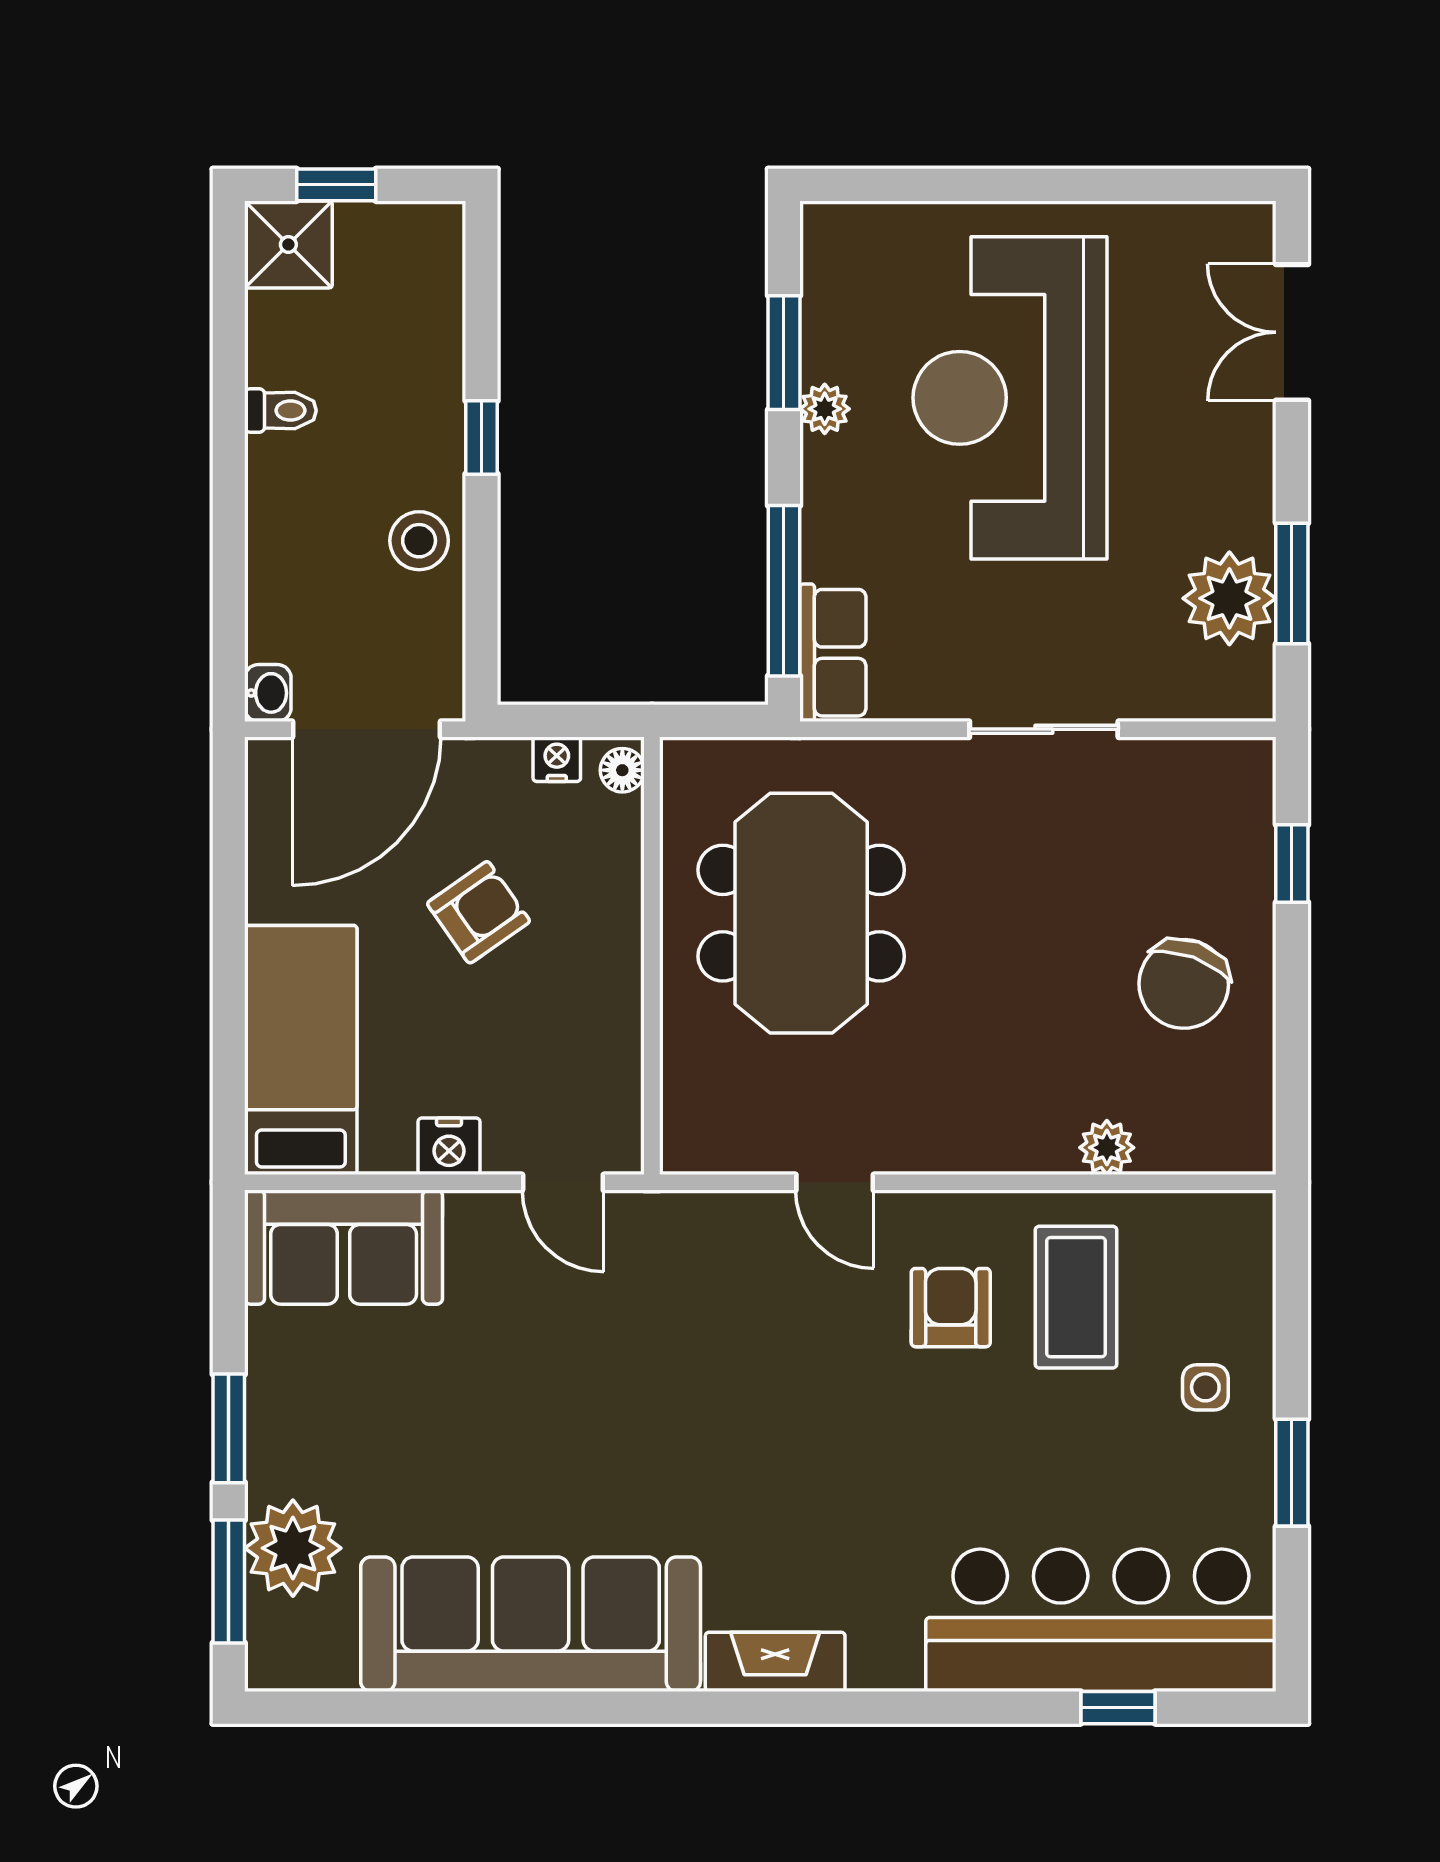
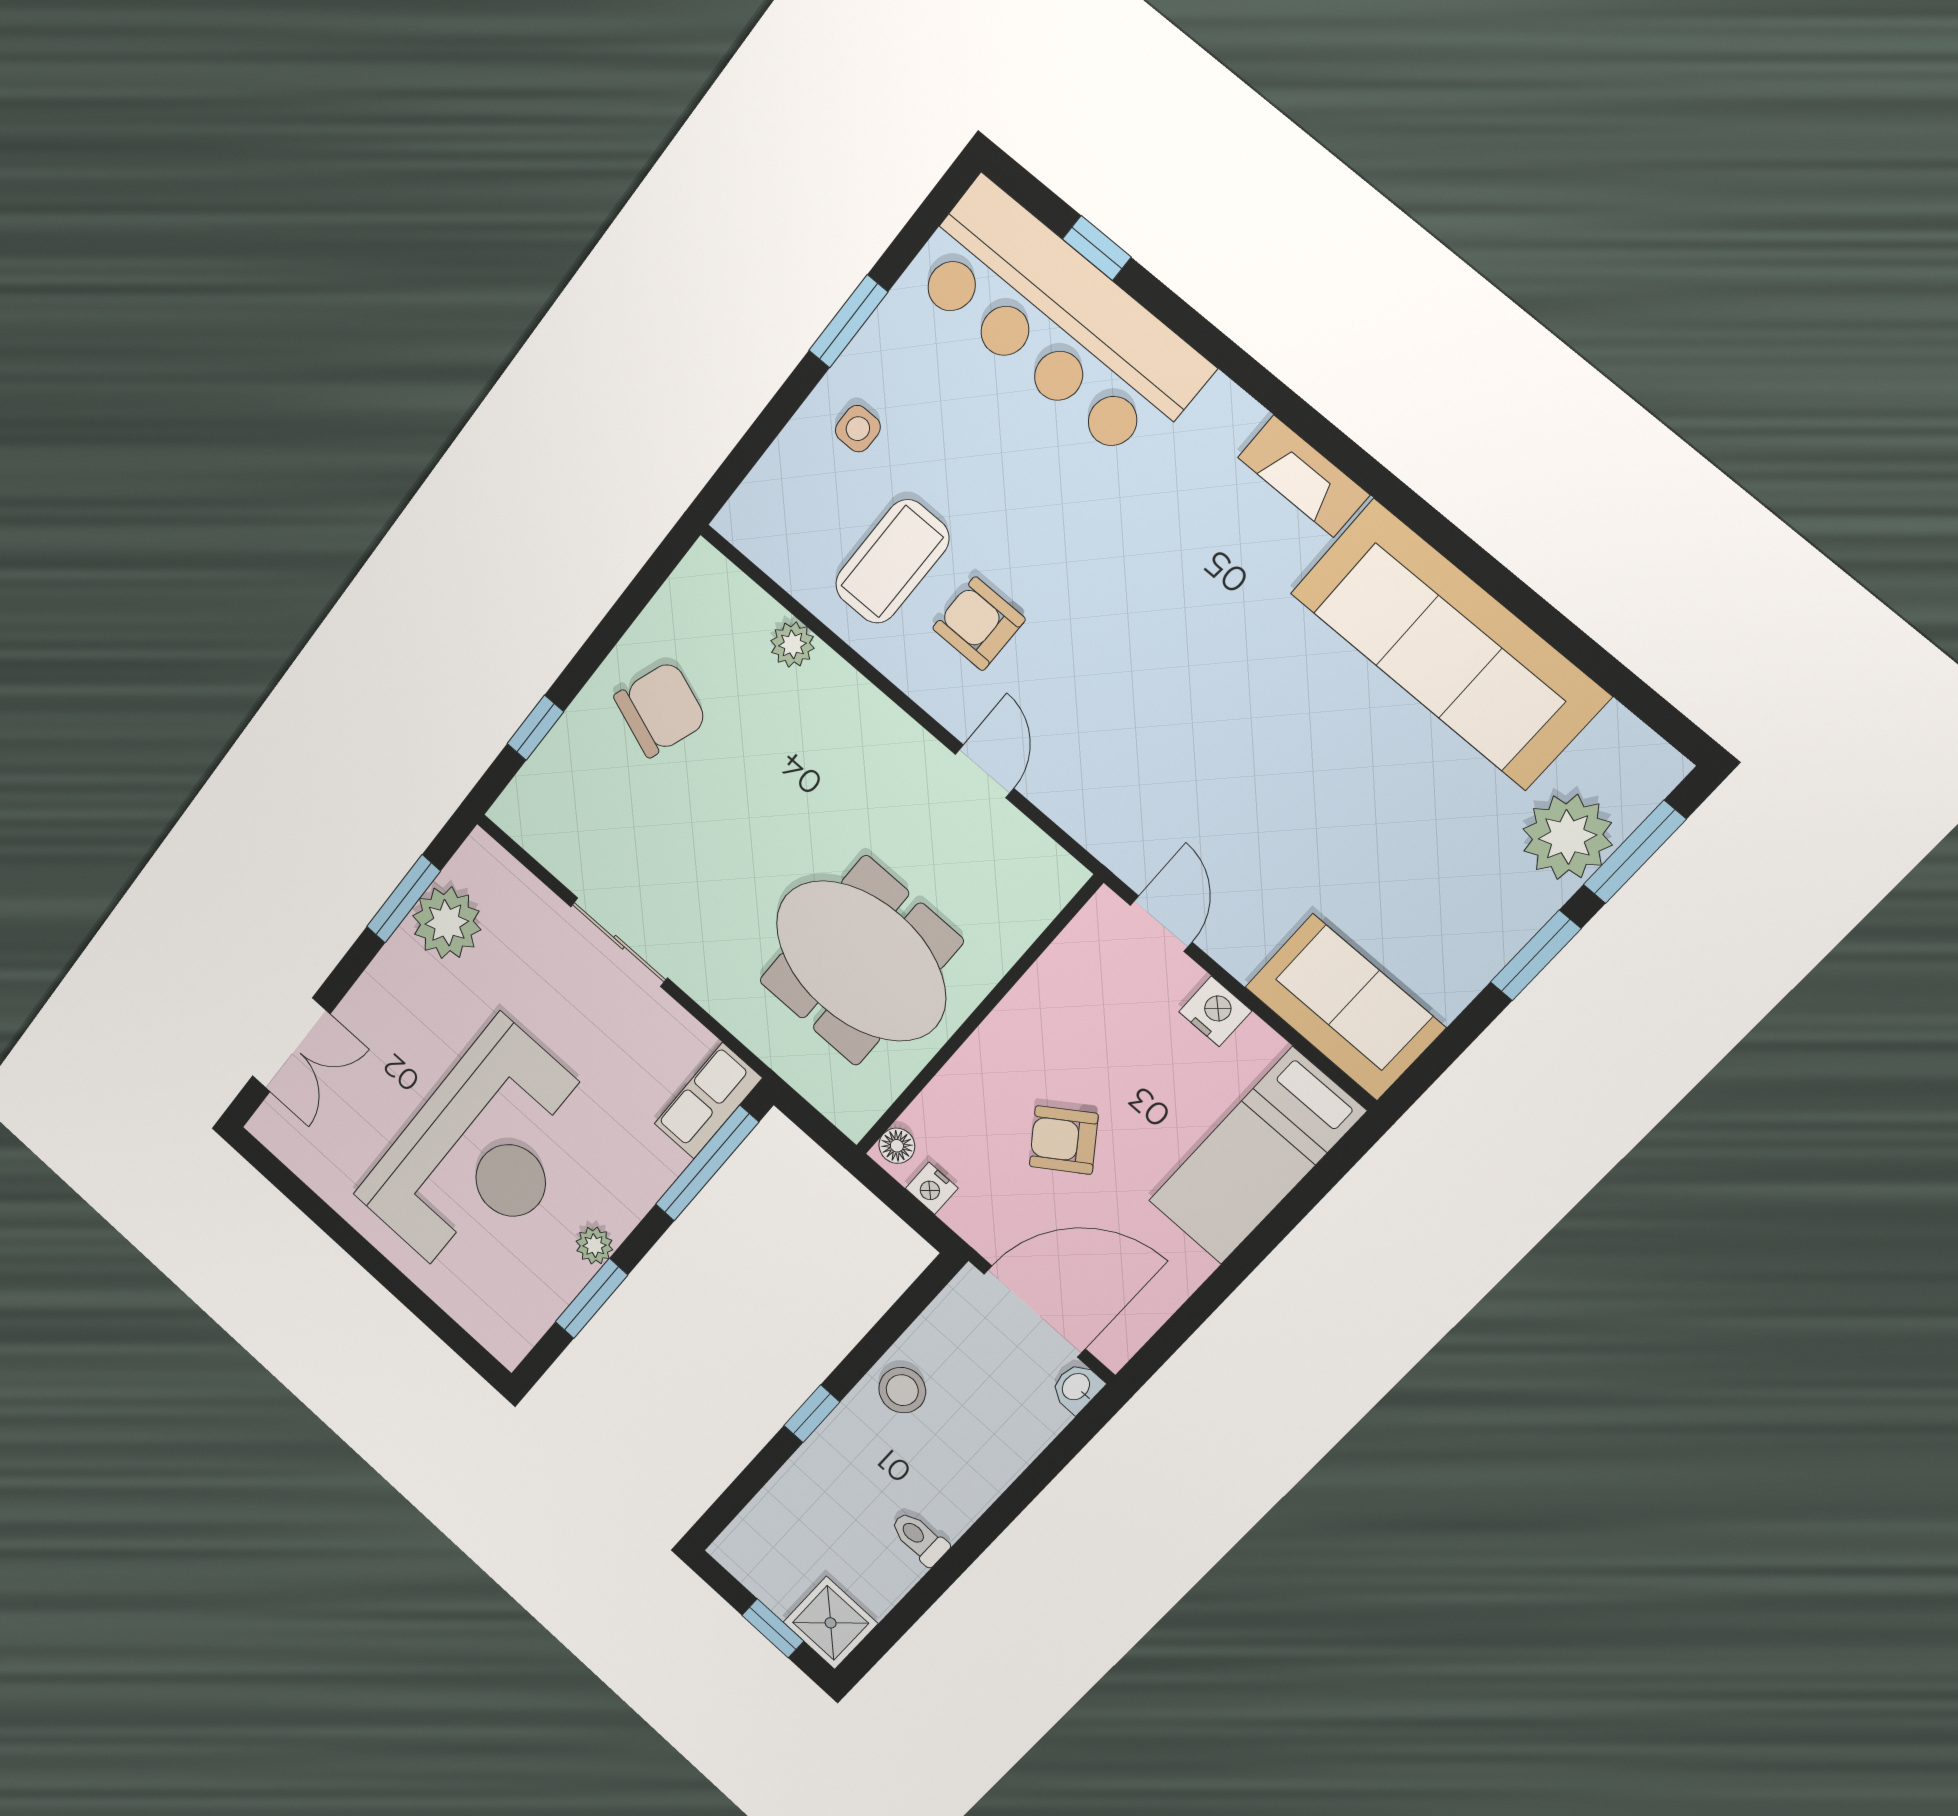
meeting table: (801, 913) -> (861, 961), turned 90
armchair: (951, 1308) -> (979, 624), turned 90

